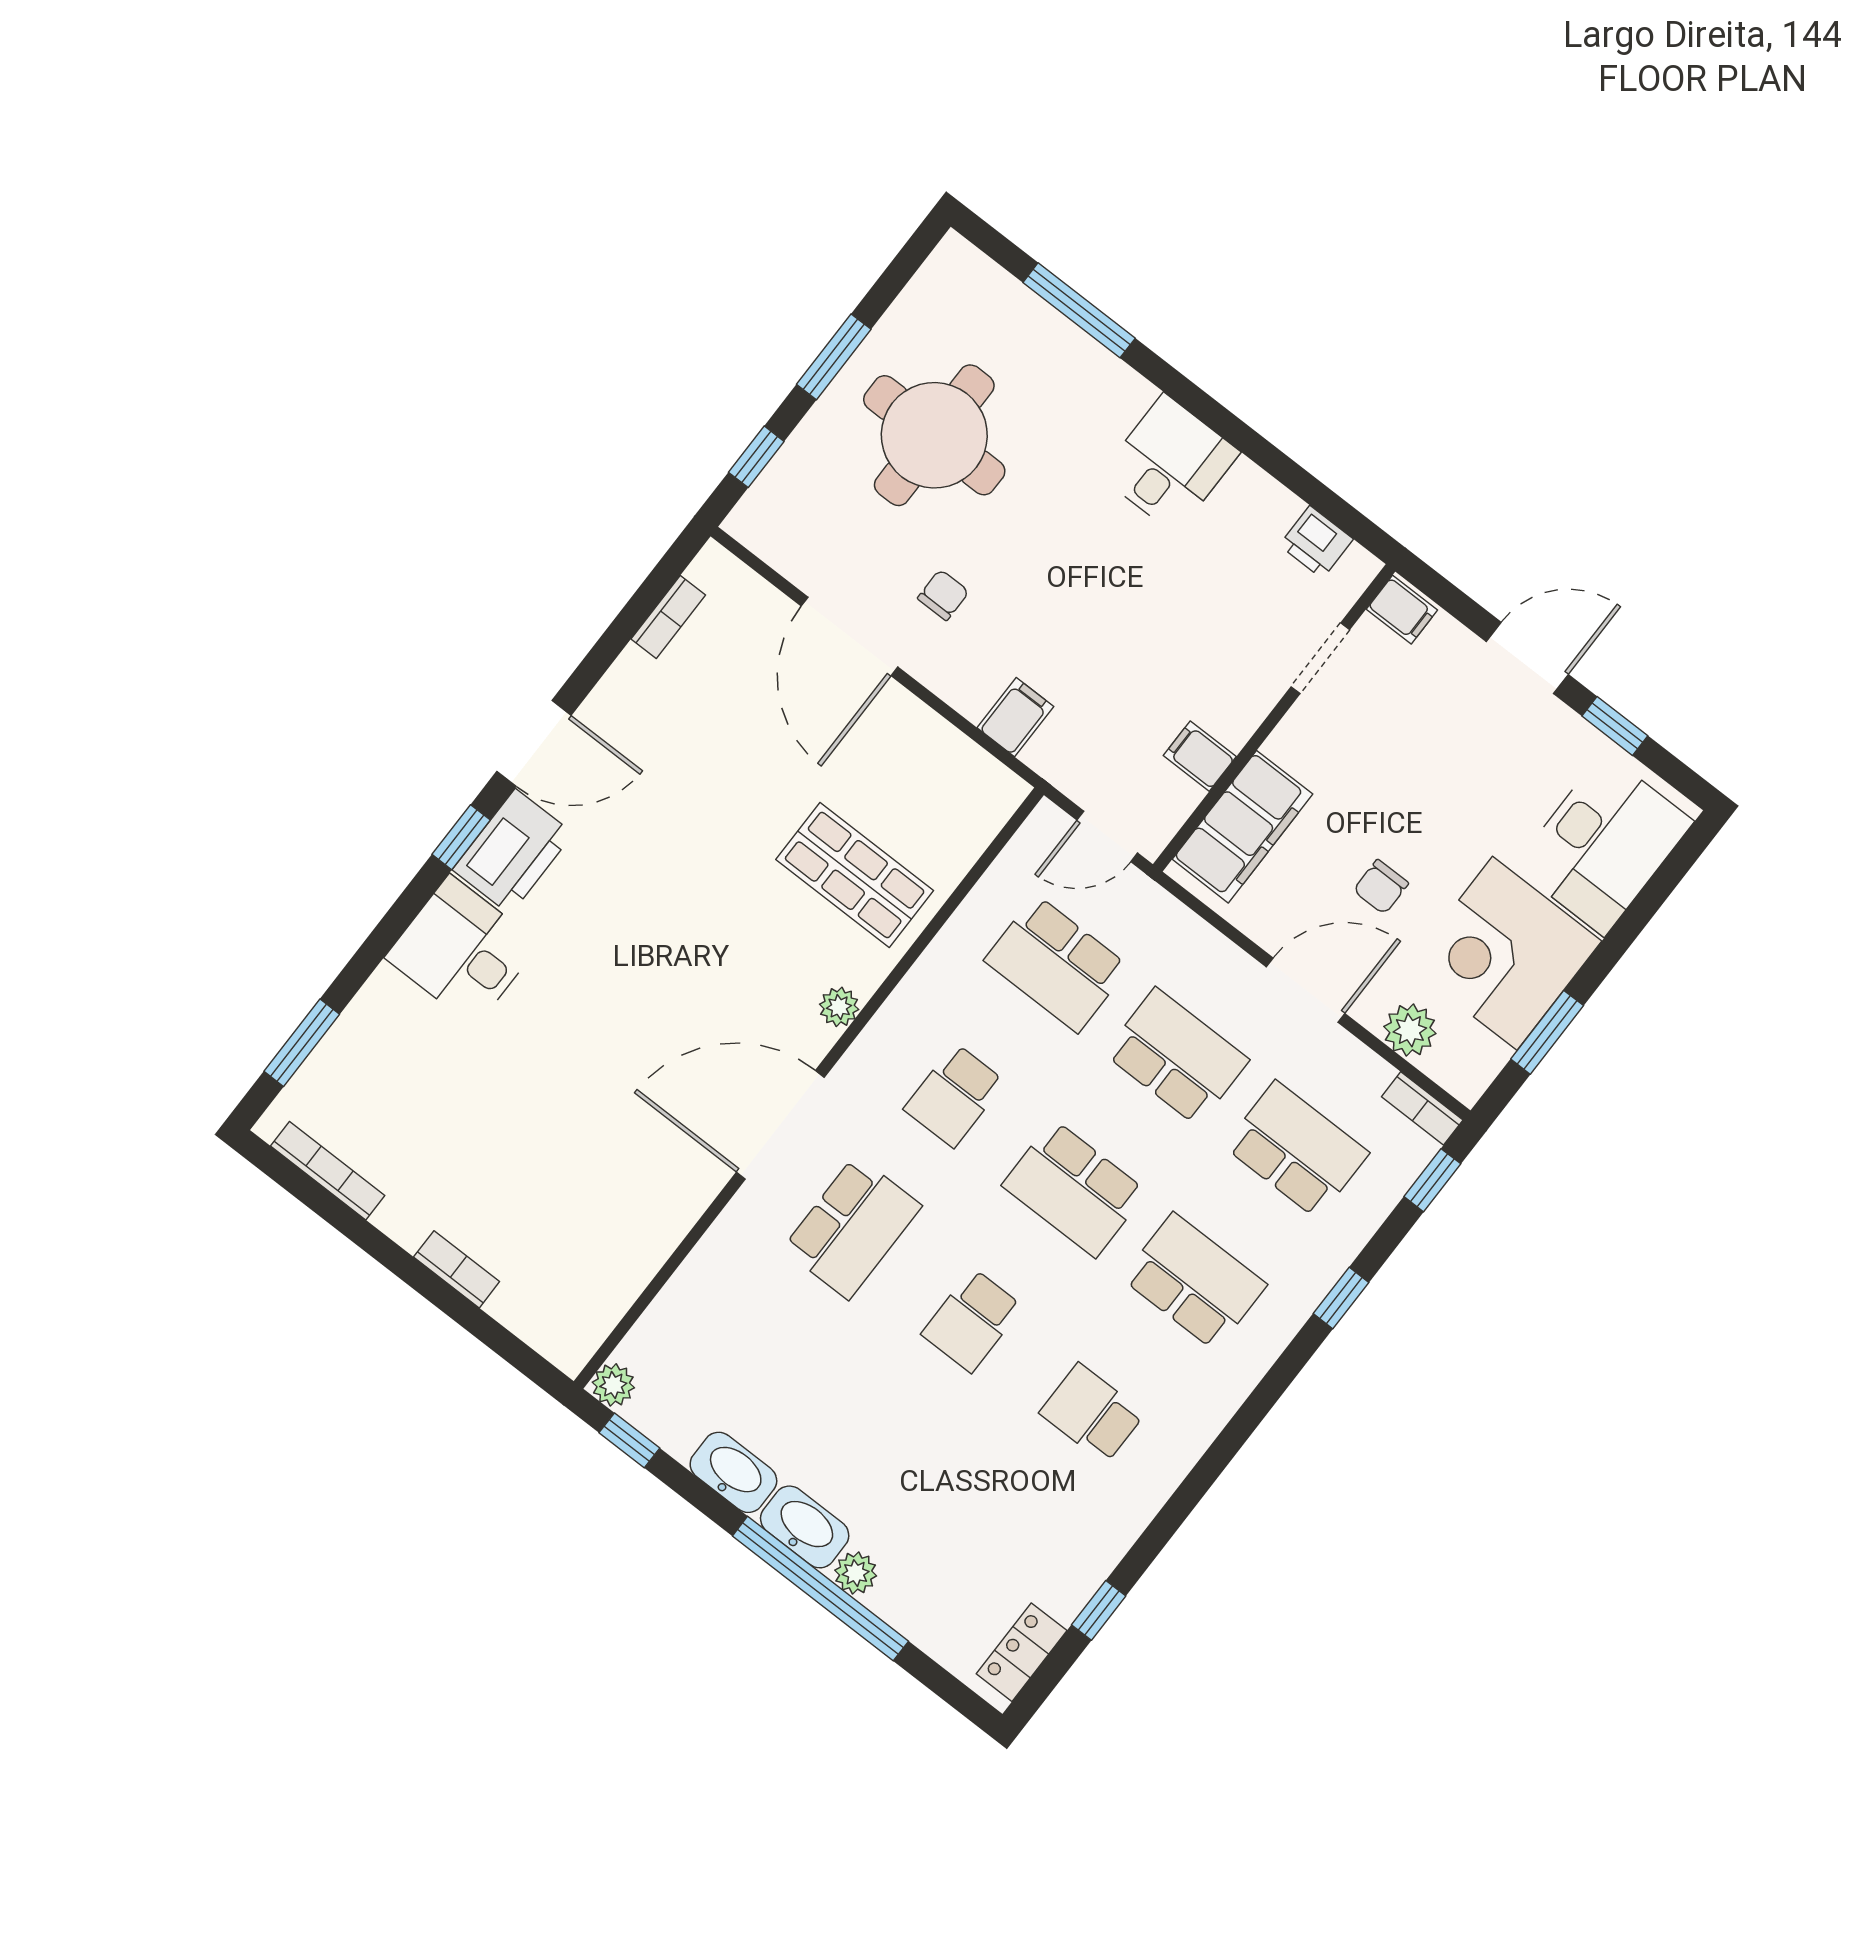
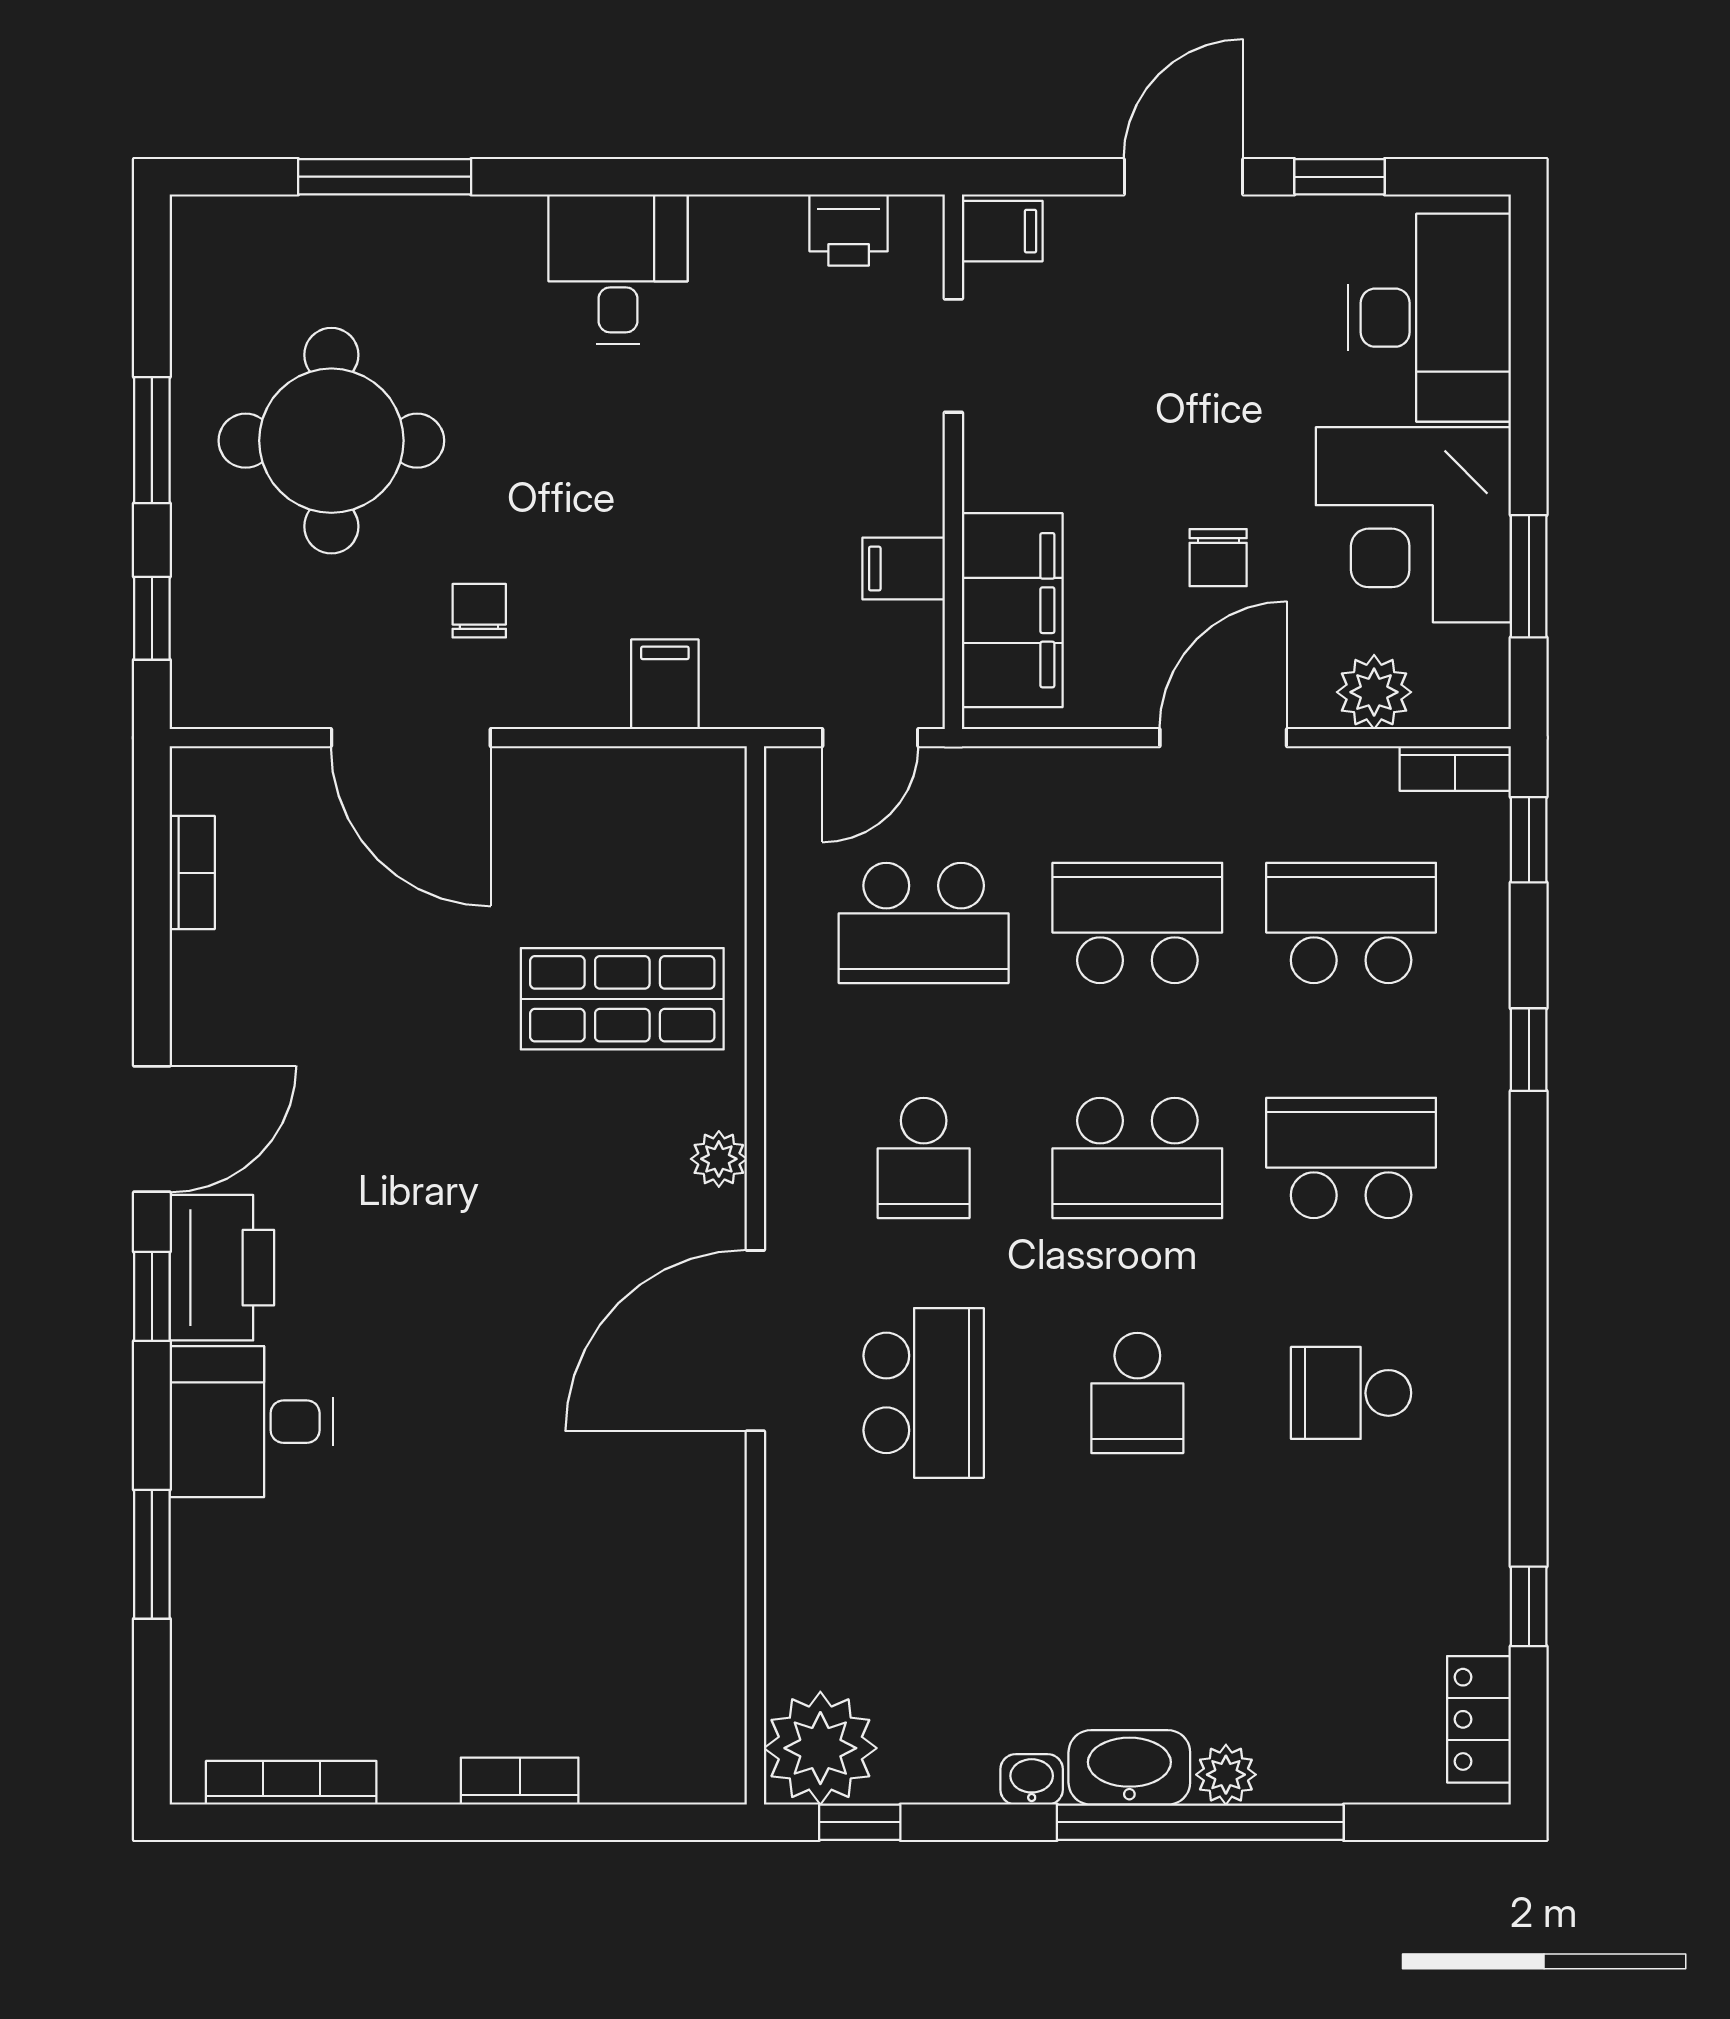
window: (302, 1043) -> (152, 1554), moved
plant: (613, 1385) -> (820, 1748), width x1.87, depth x1.87
washbasin: (733, 1472) -> (1032, 1779), width x0.52, depth x0.69

